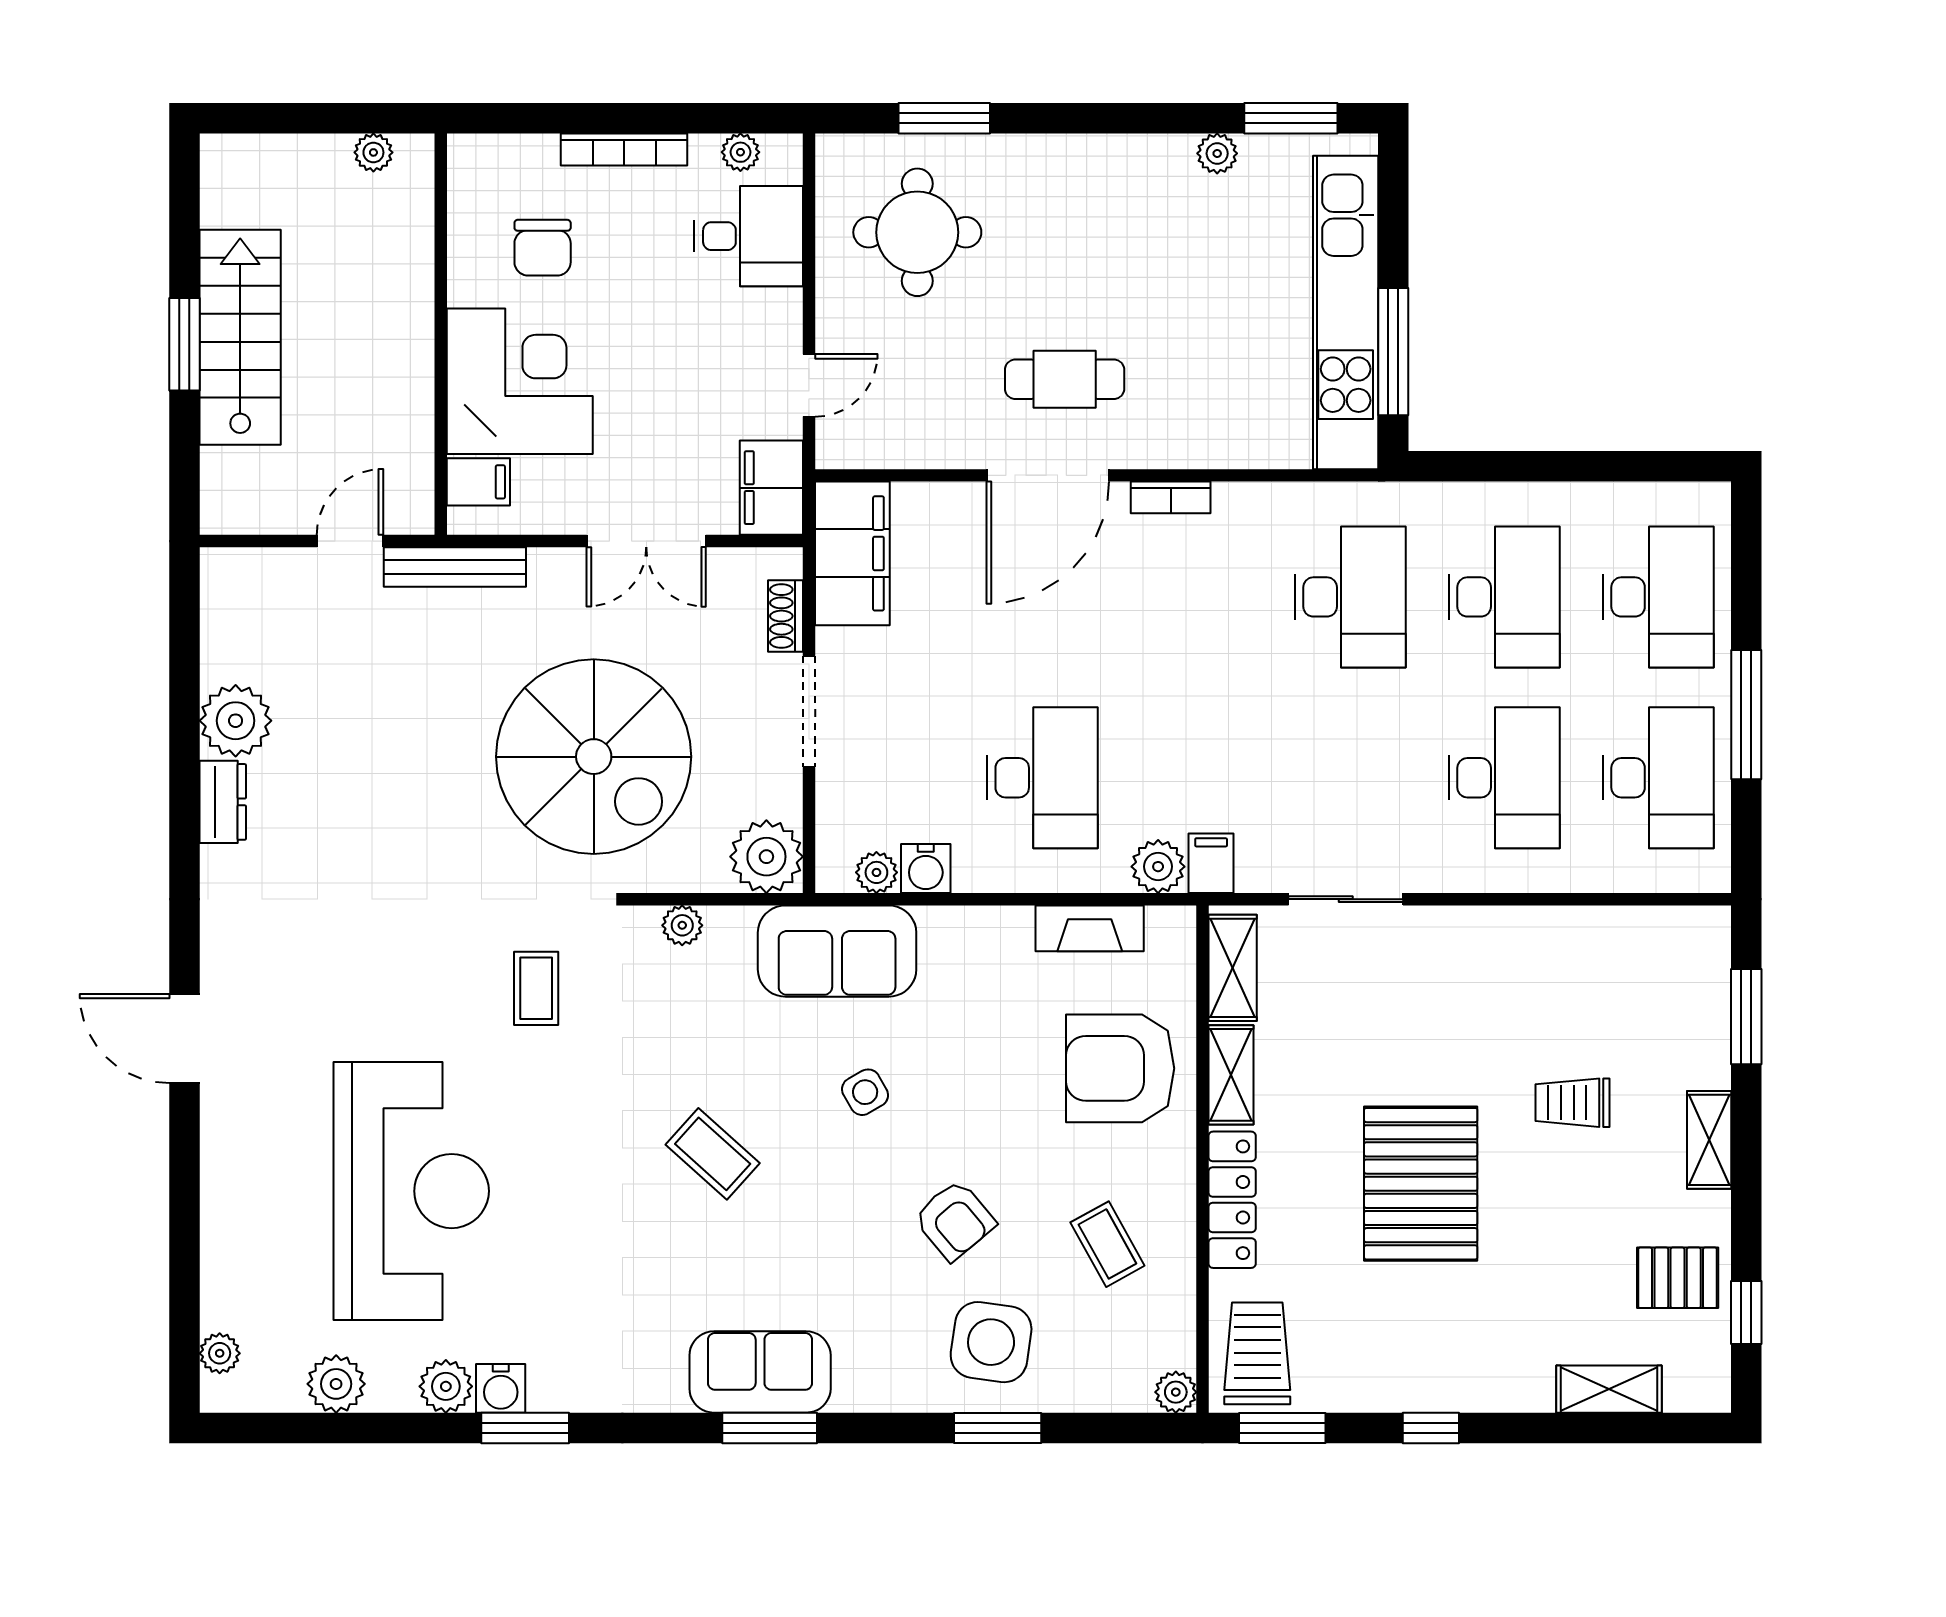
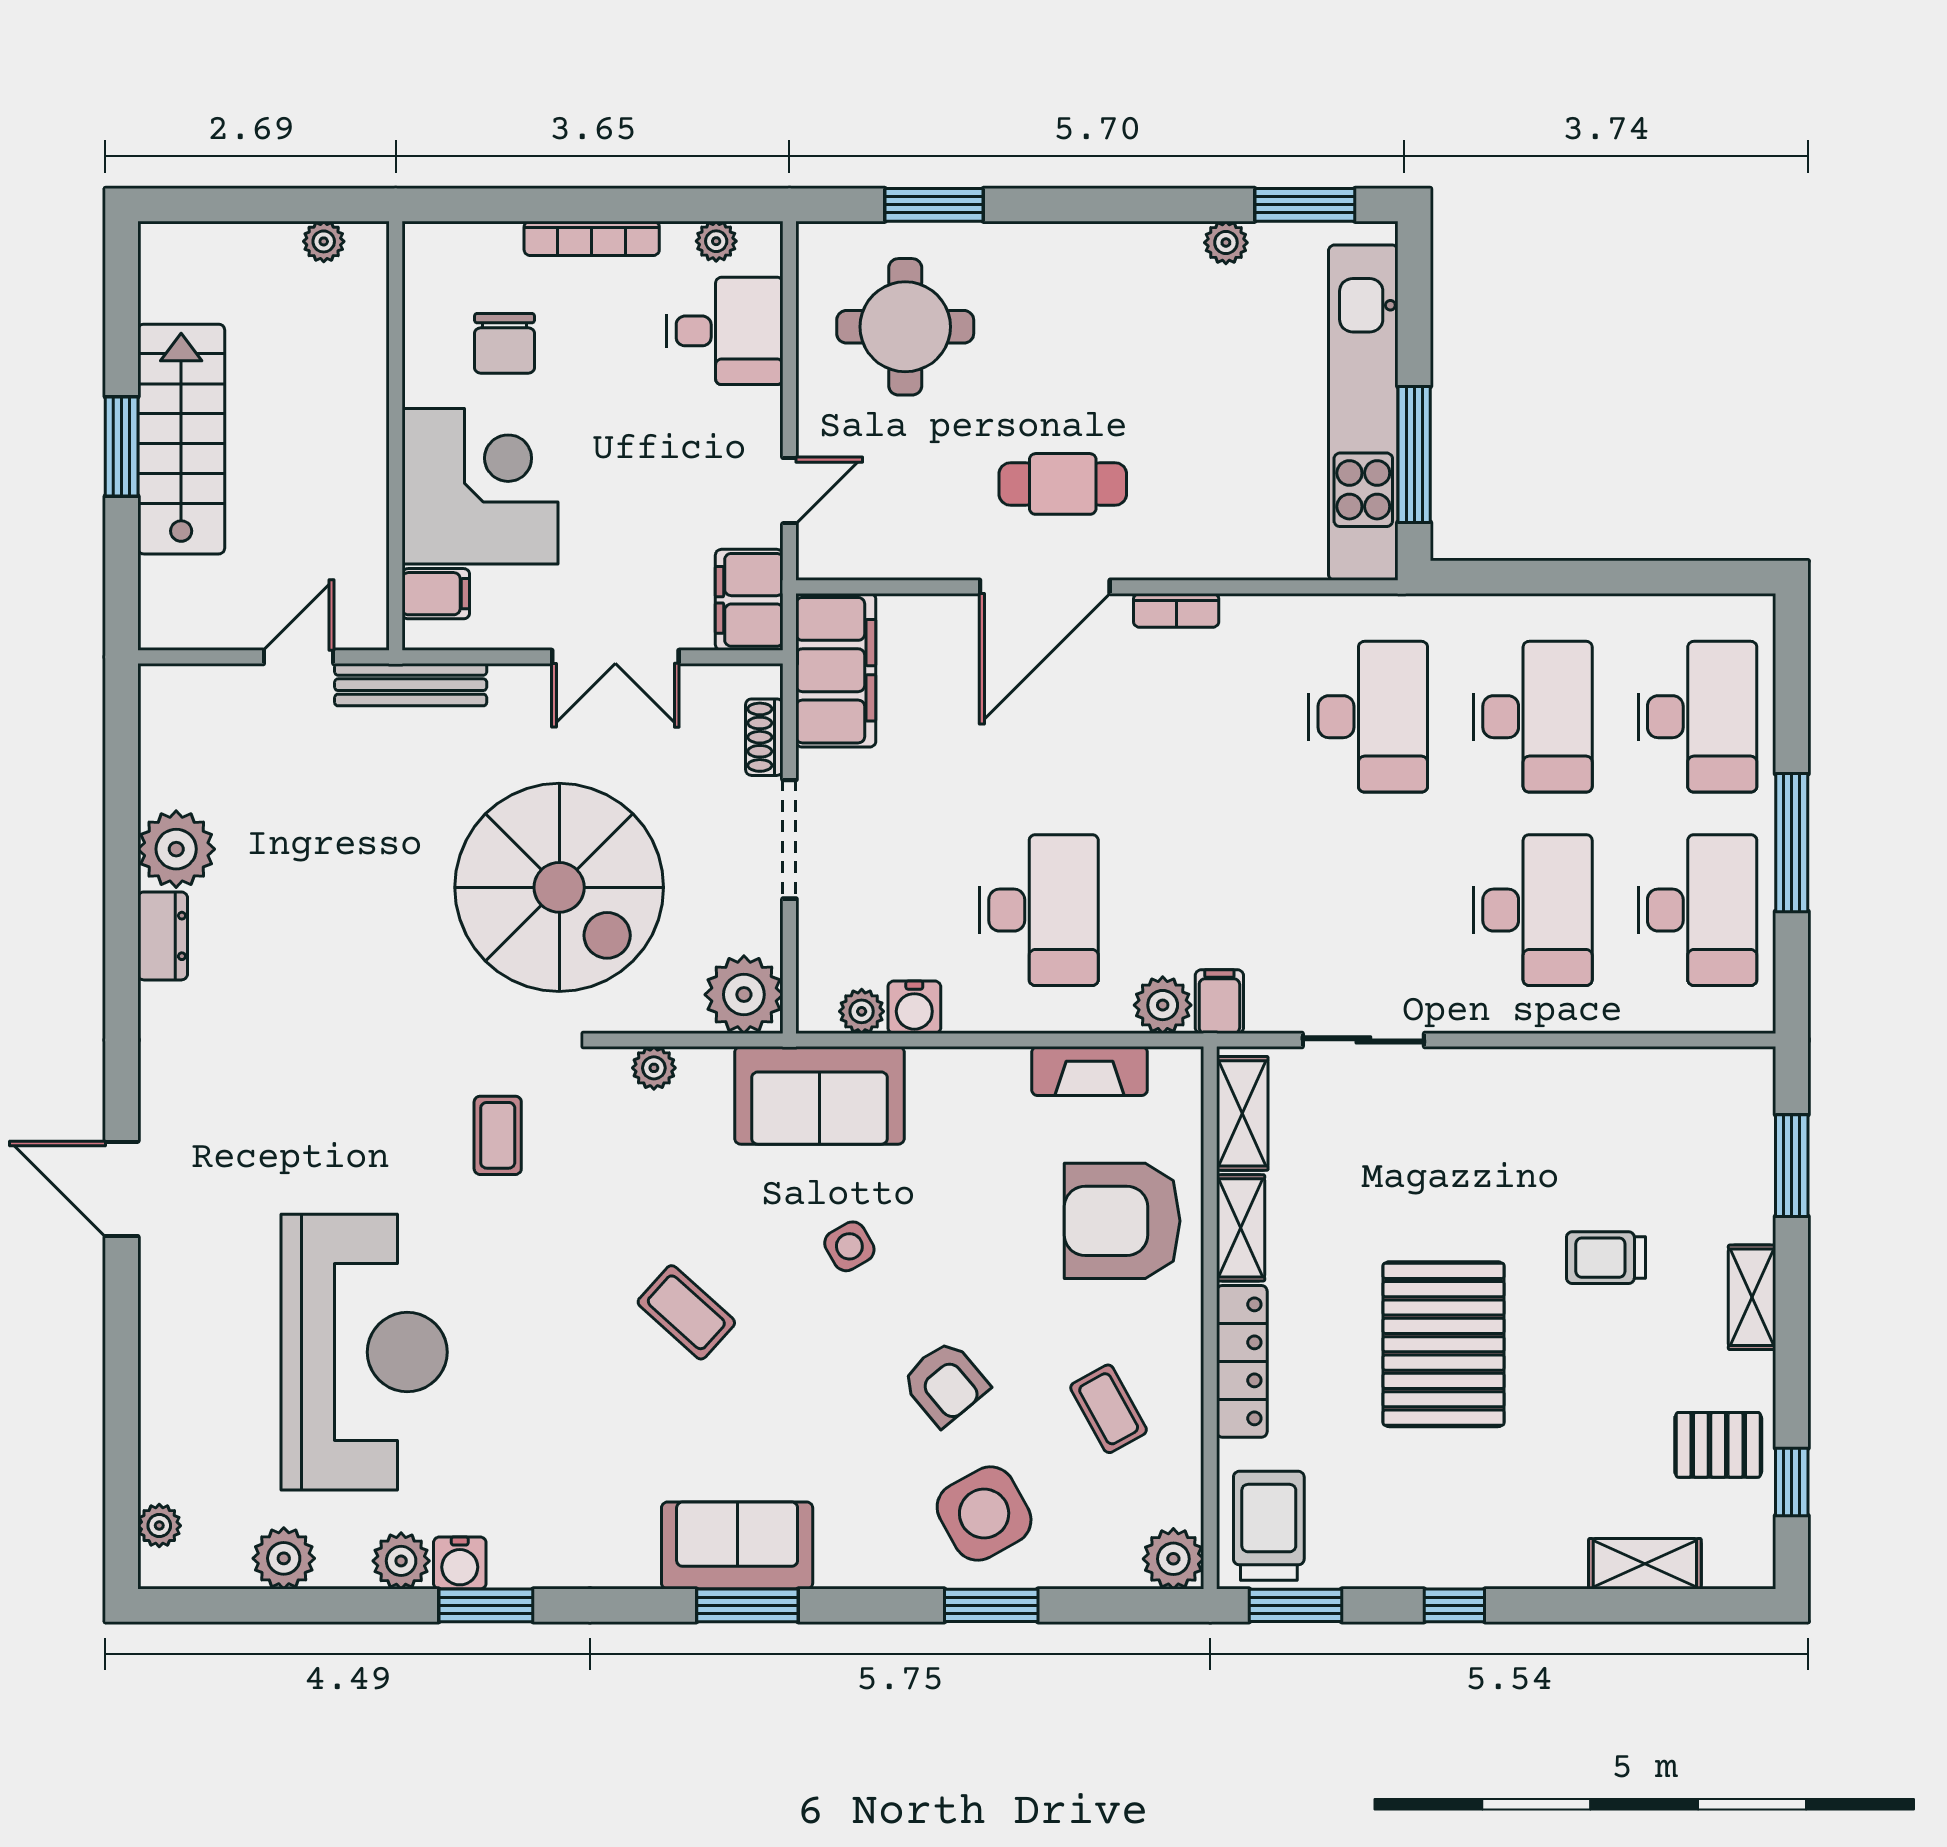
side table: (991, 1342) -> (984, 1514), turned -37
plant: (1176, 1392) -> (1173, 1559), width x1.38, depth x1.38

